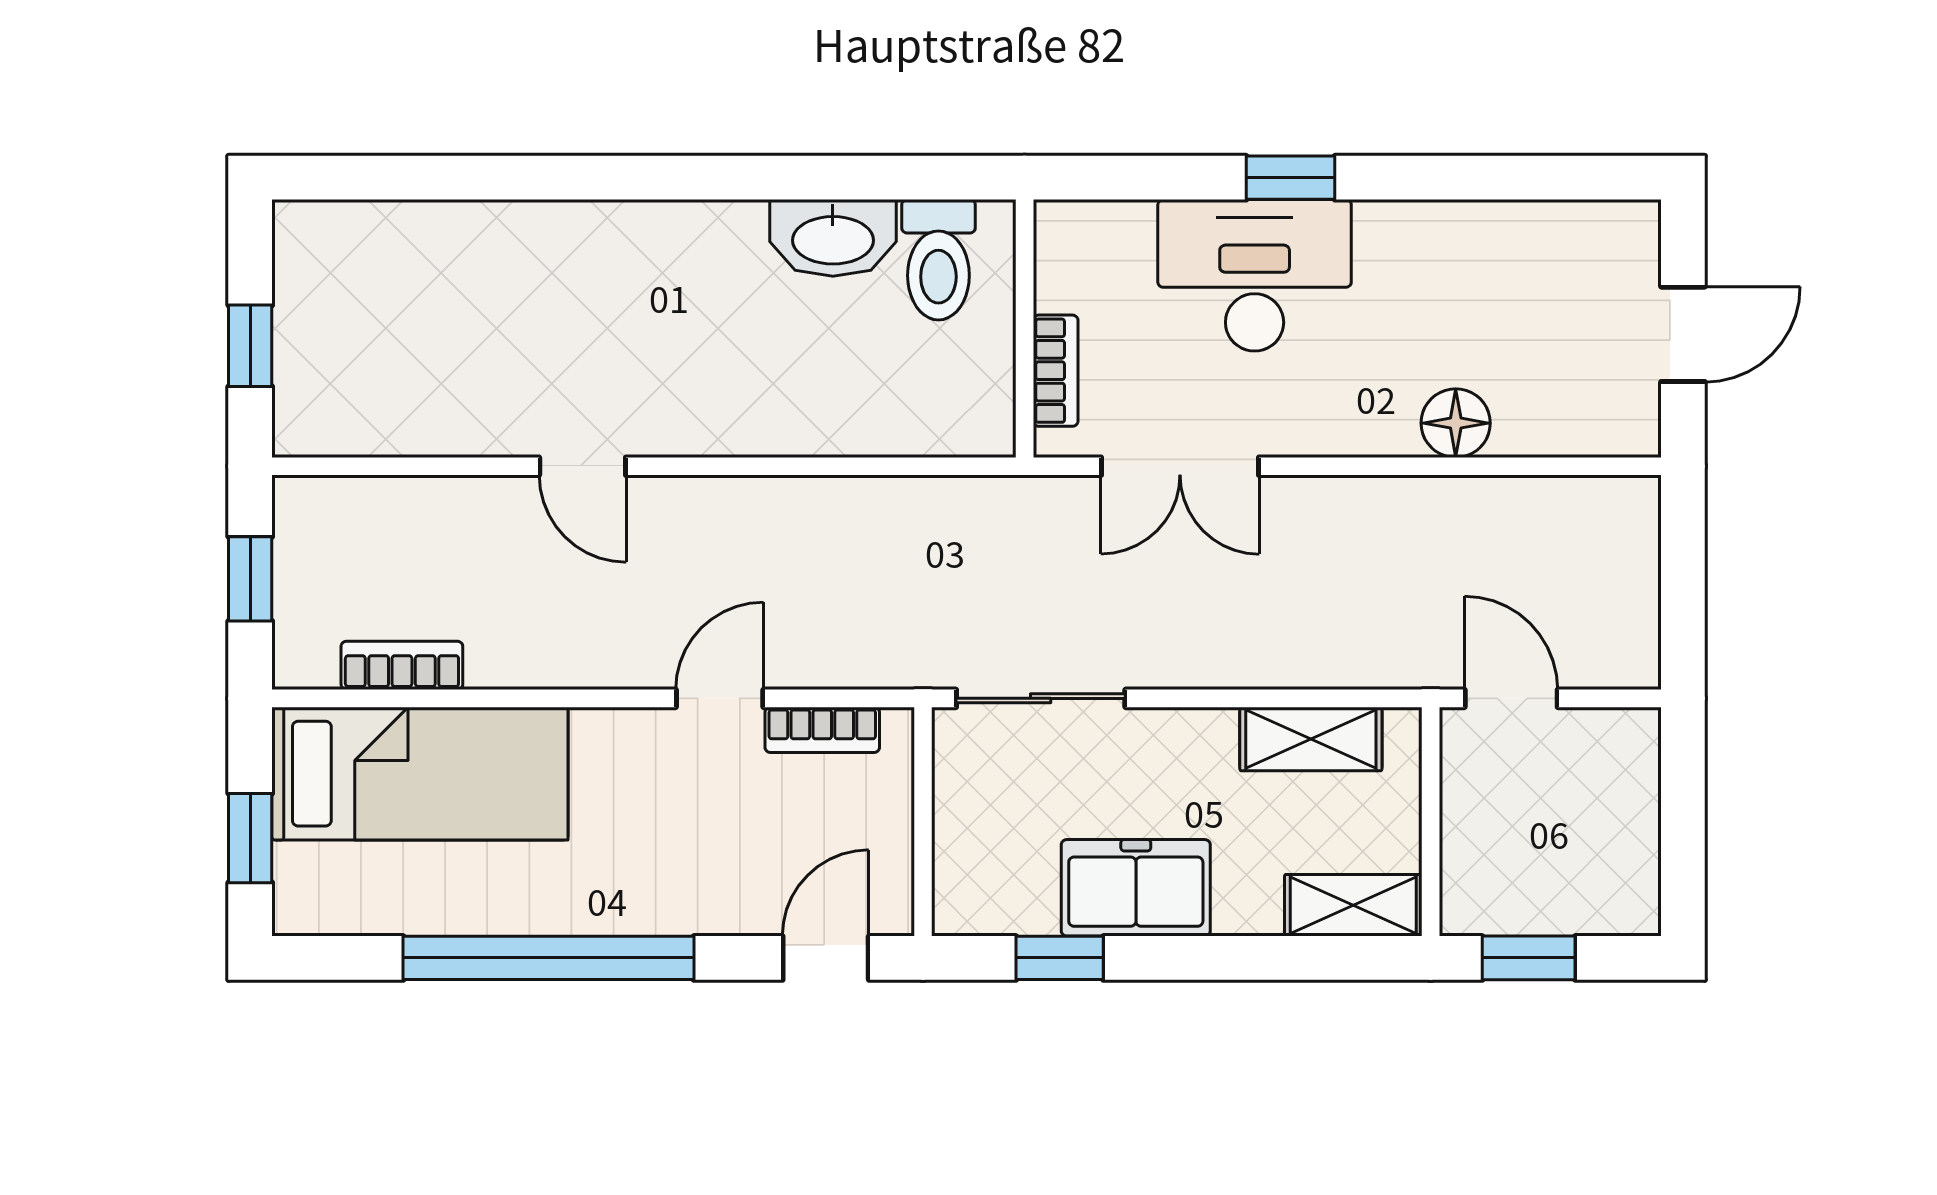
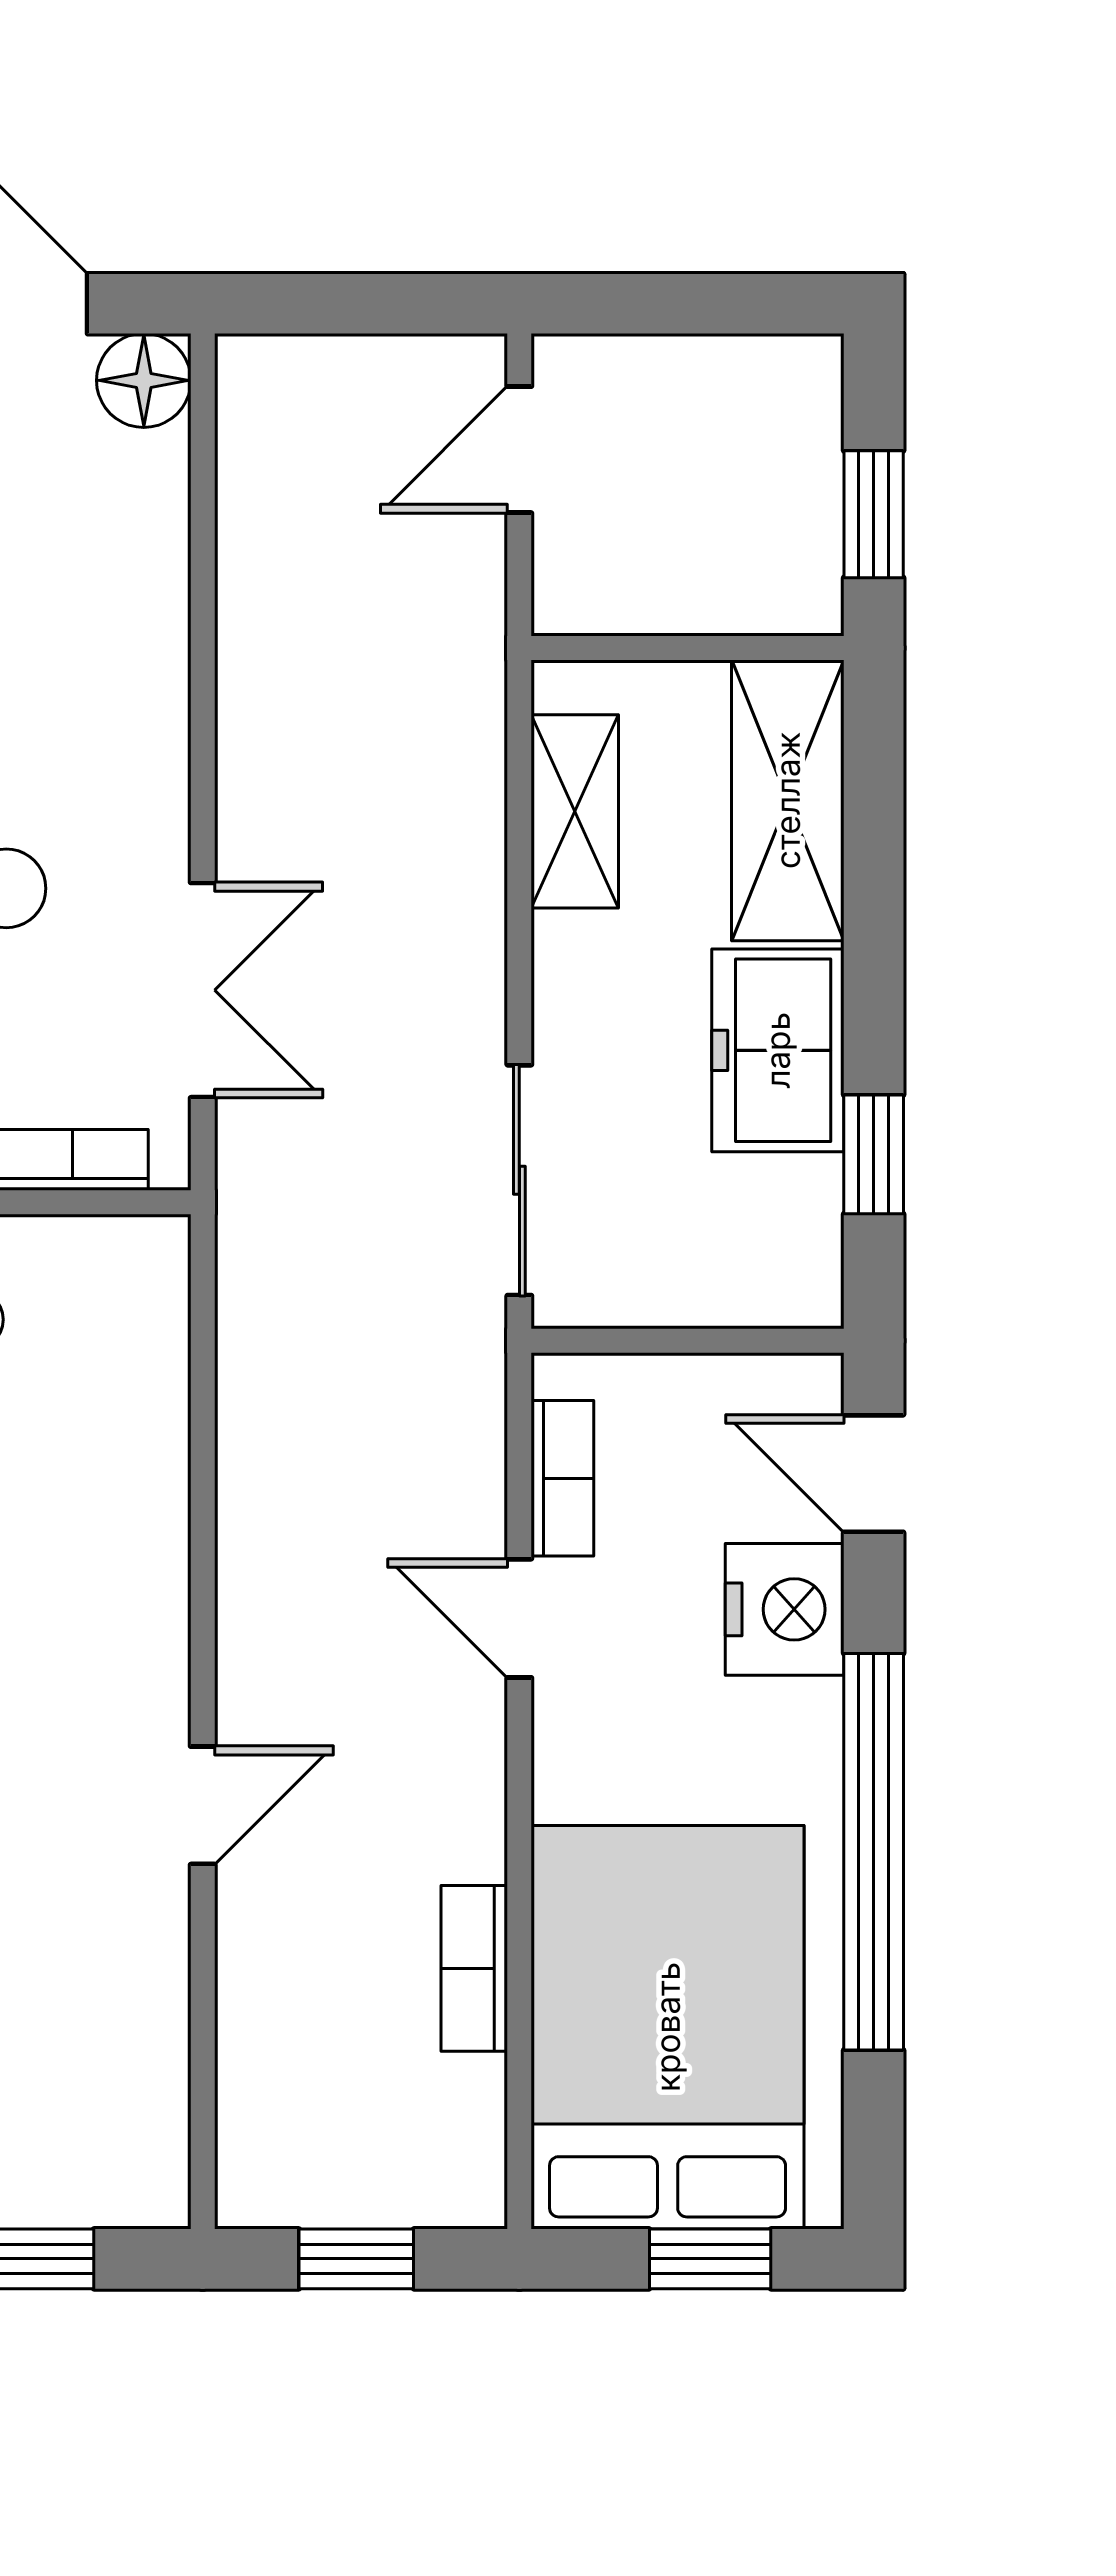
floor lamp: (1456, 423) -> (144, 380), moved
bookcase: (402, 665) -> (474, 1968), moved
door: (1511, 698) -> (519, 450), moved
bed: (420, 774) -> (668, 2027), width x1.50
nightstand: (726, 893) -> (785, 1609), added
shelving: (1353, 905) -> (788, 800), width x1.50, depth x1.33

